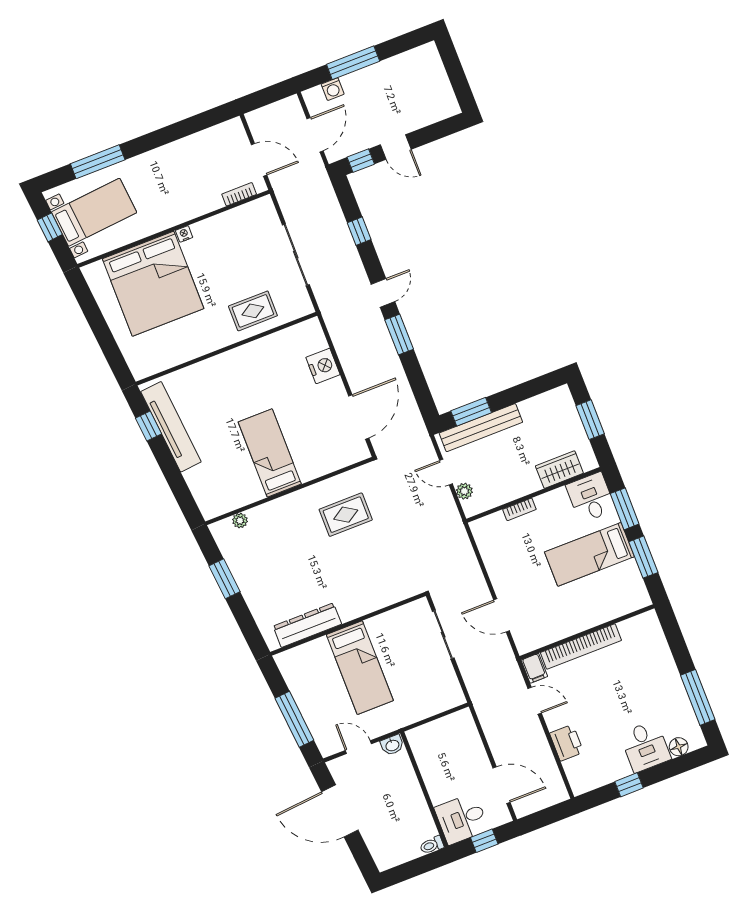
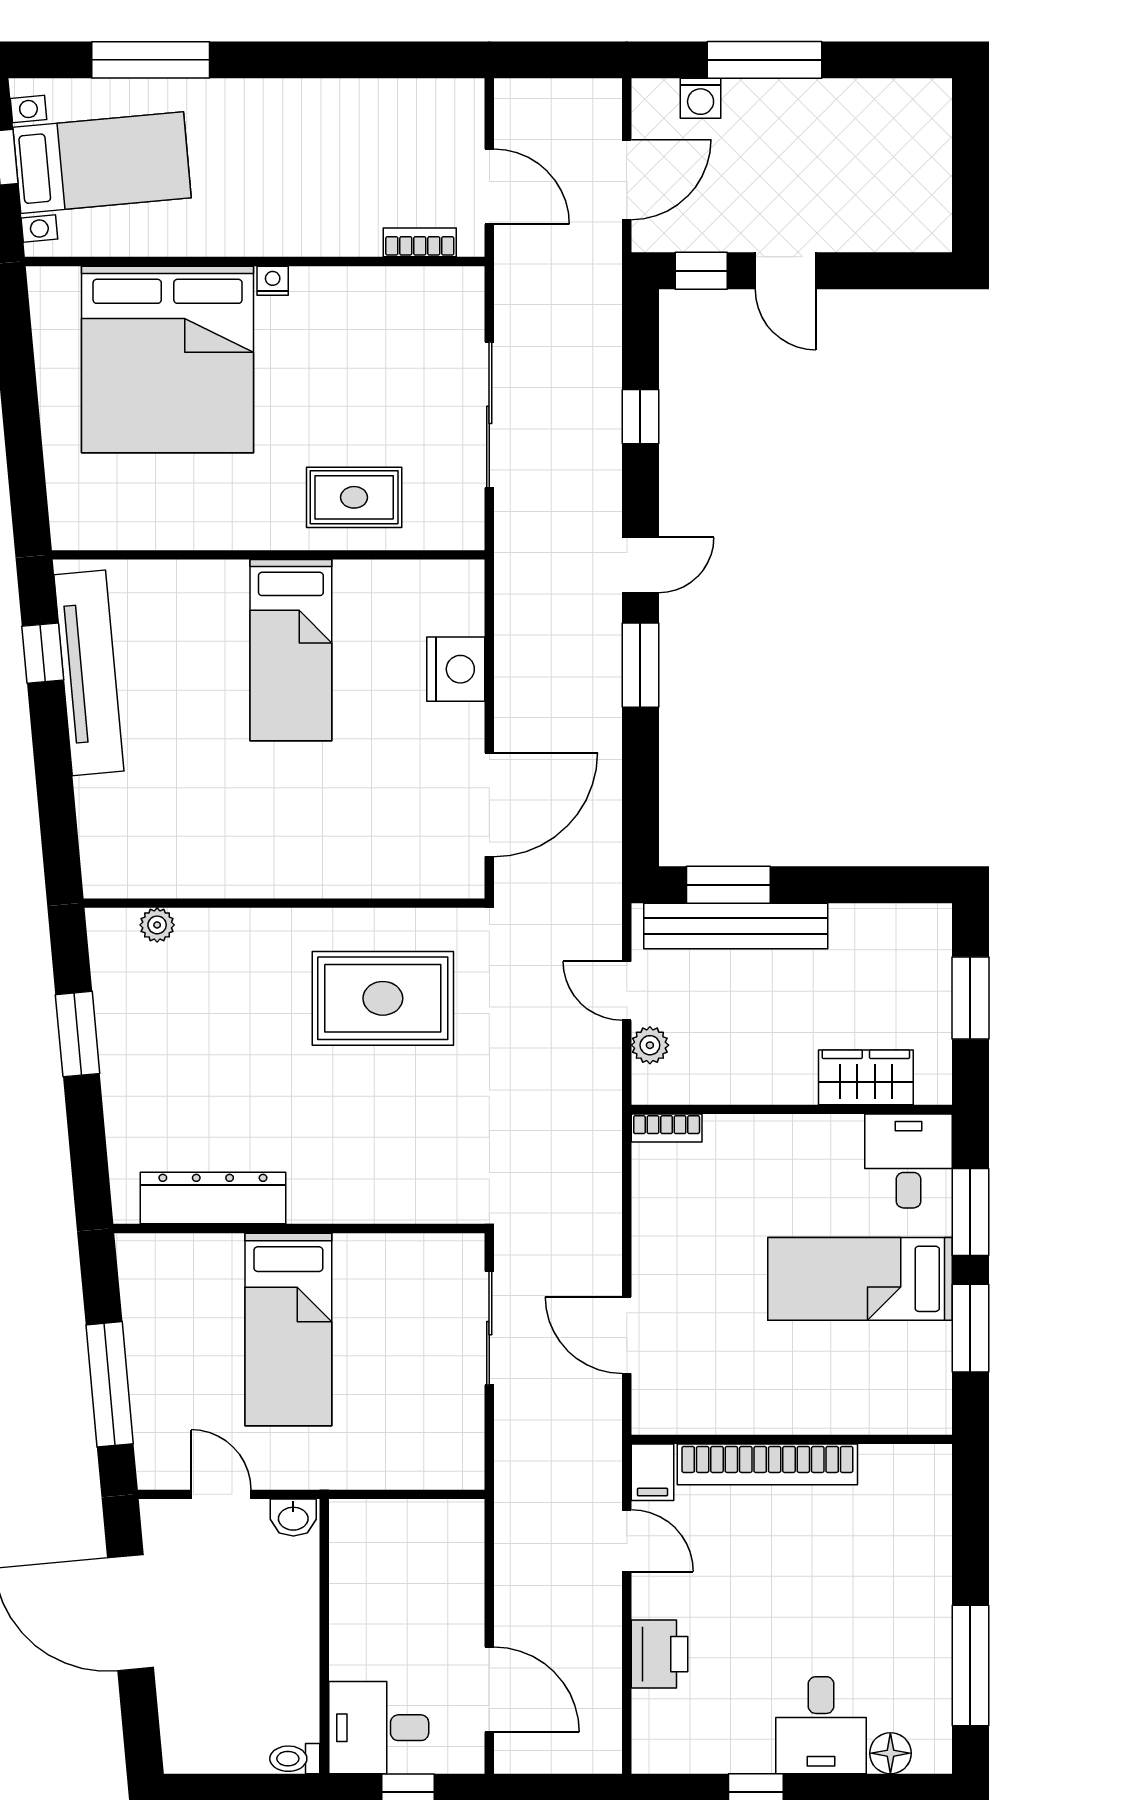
bed: (270, 453) -> (291, 650), moved, turned 180
bookcase: (519, 509) -> (667, 1128), moved
rug: (346, 515) -> (383, 998), width x1.36, depth x1.43

